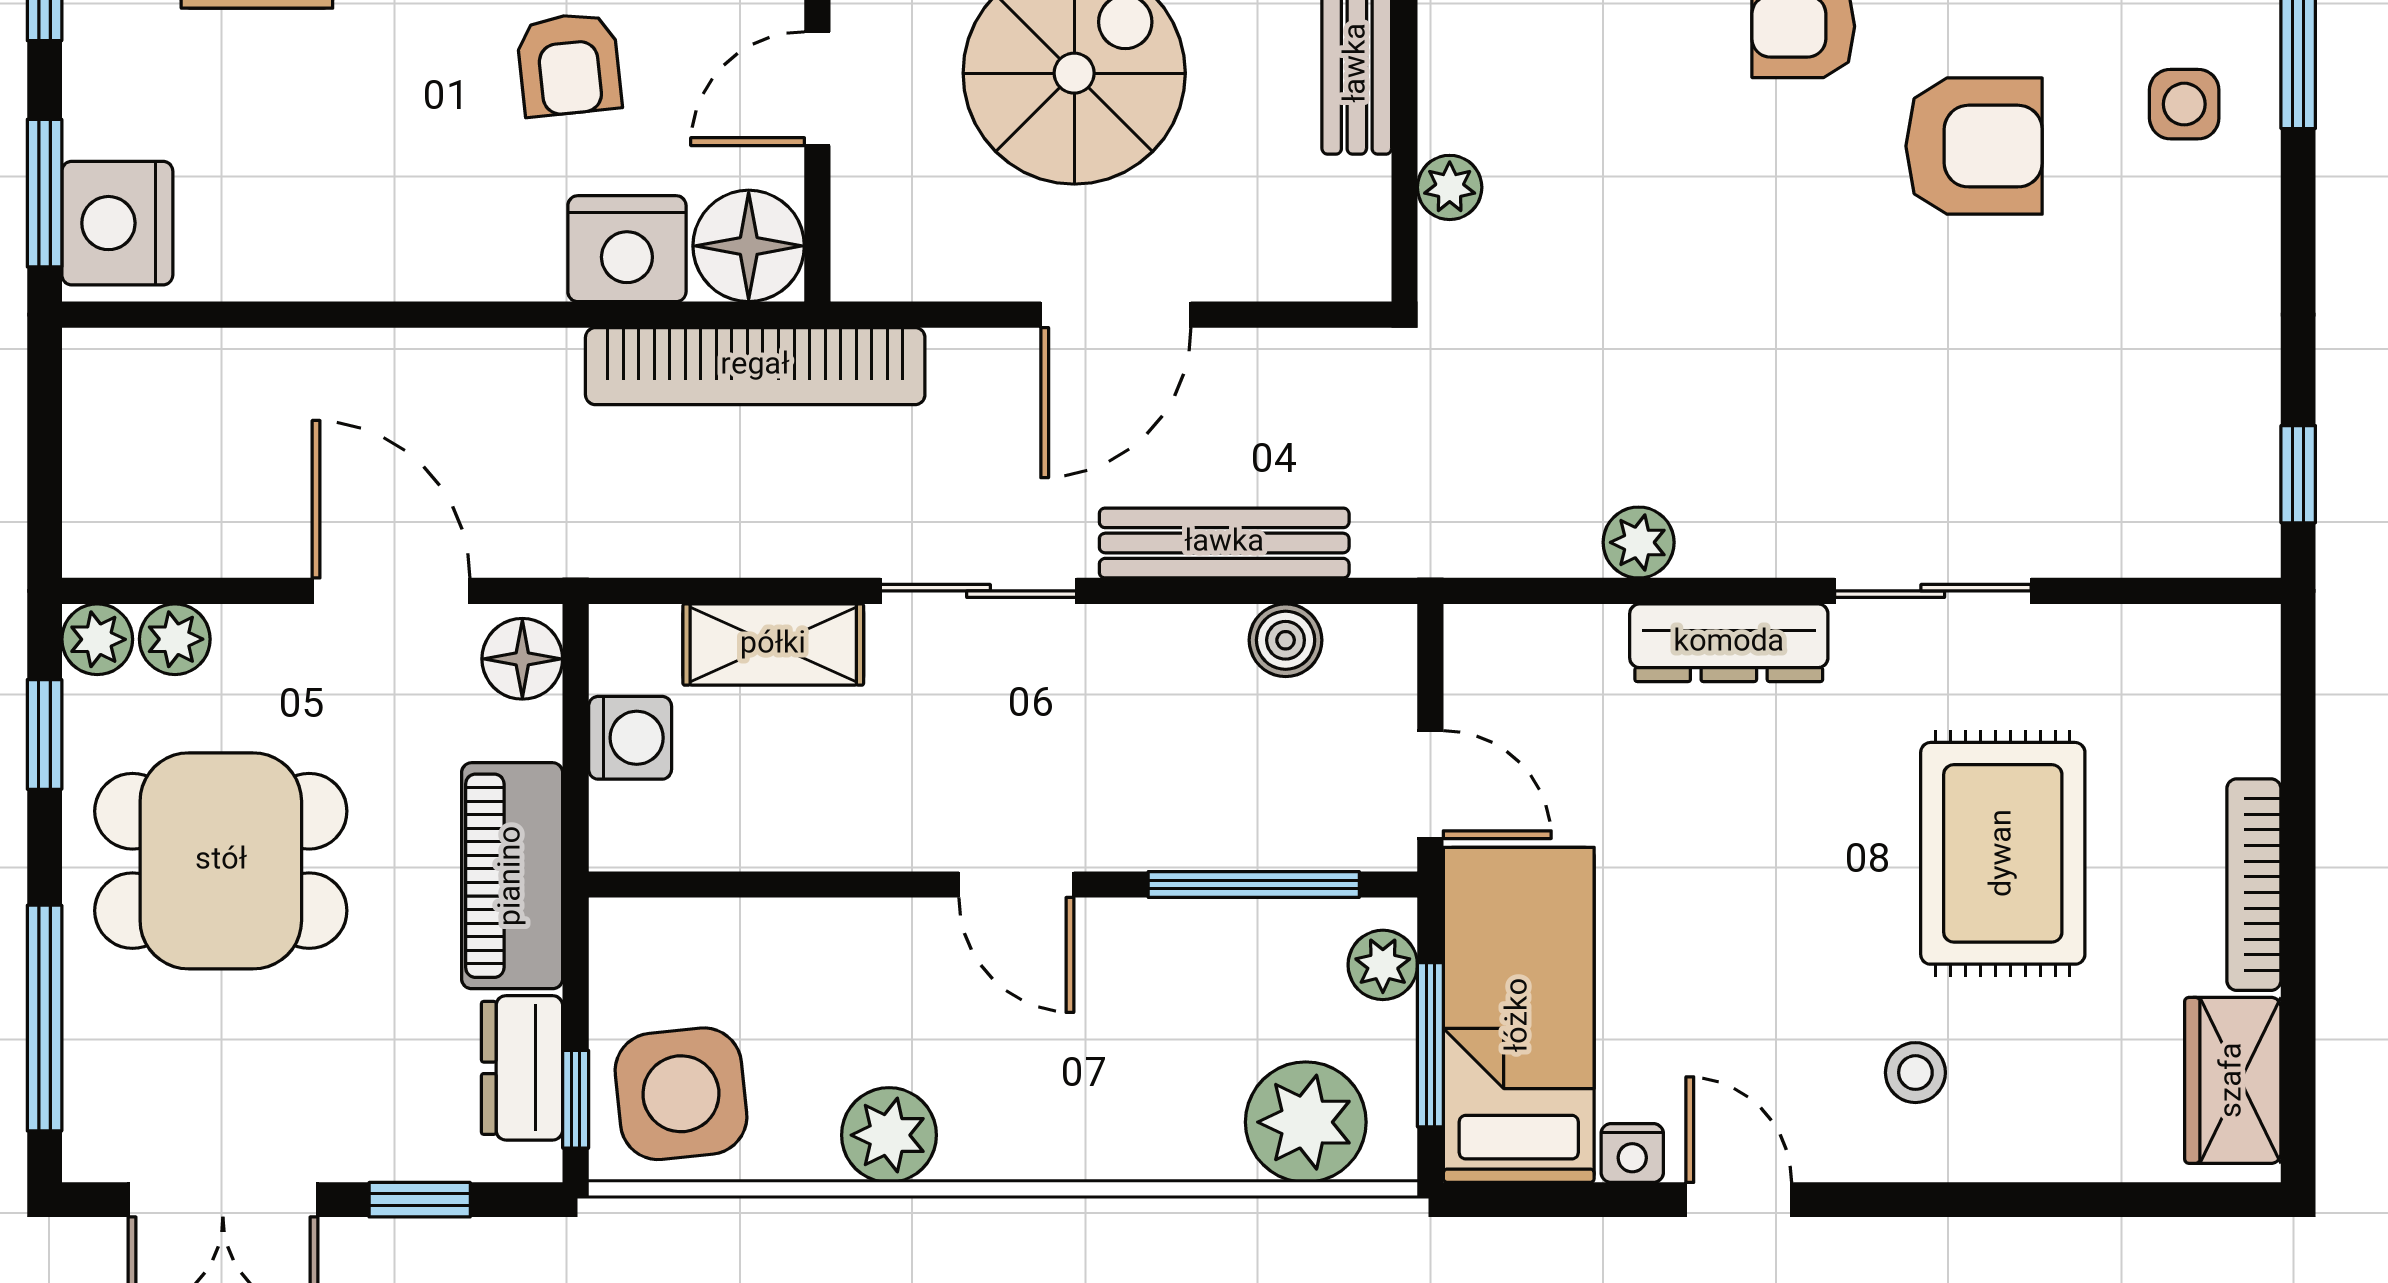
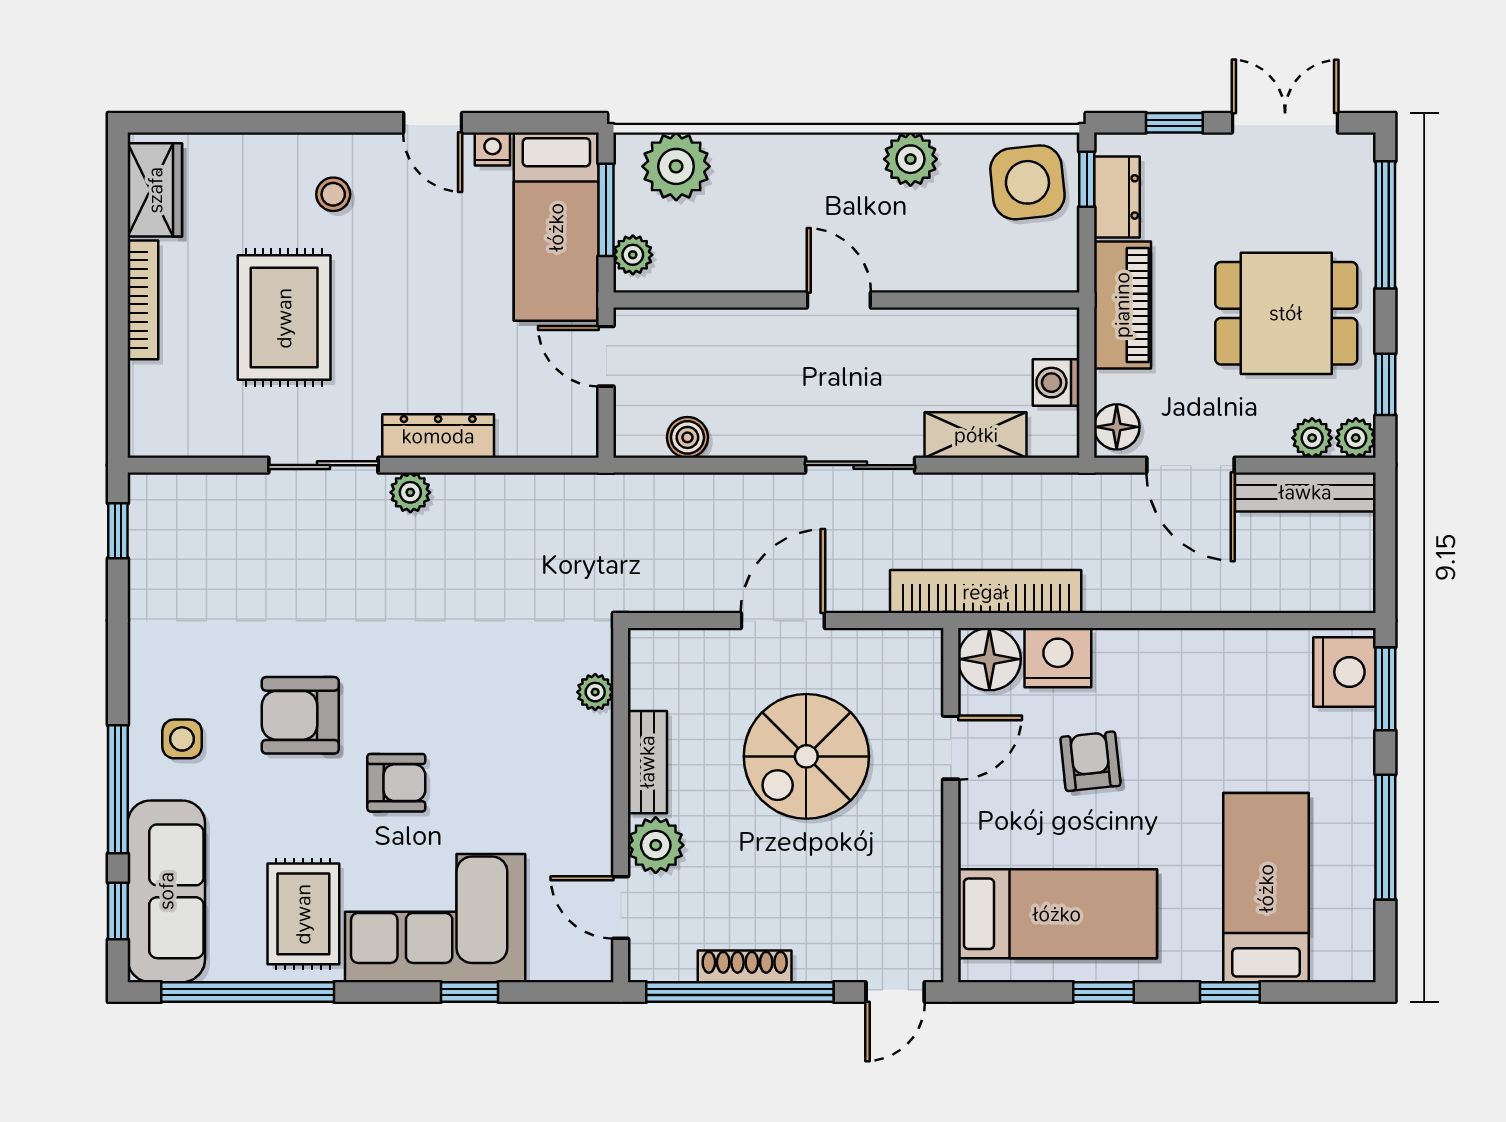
plant: (1639, 542) -> (410, 492), moved
bench: (1224, 543) -> (1305, 492), moved
window: (1254, 885) -> (705, 300), removed

